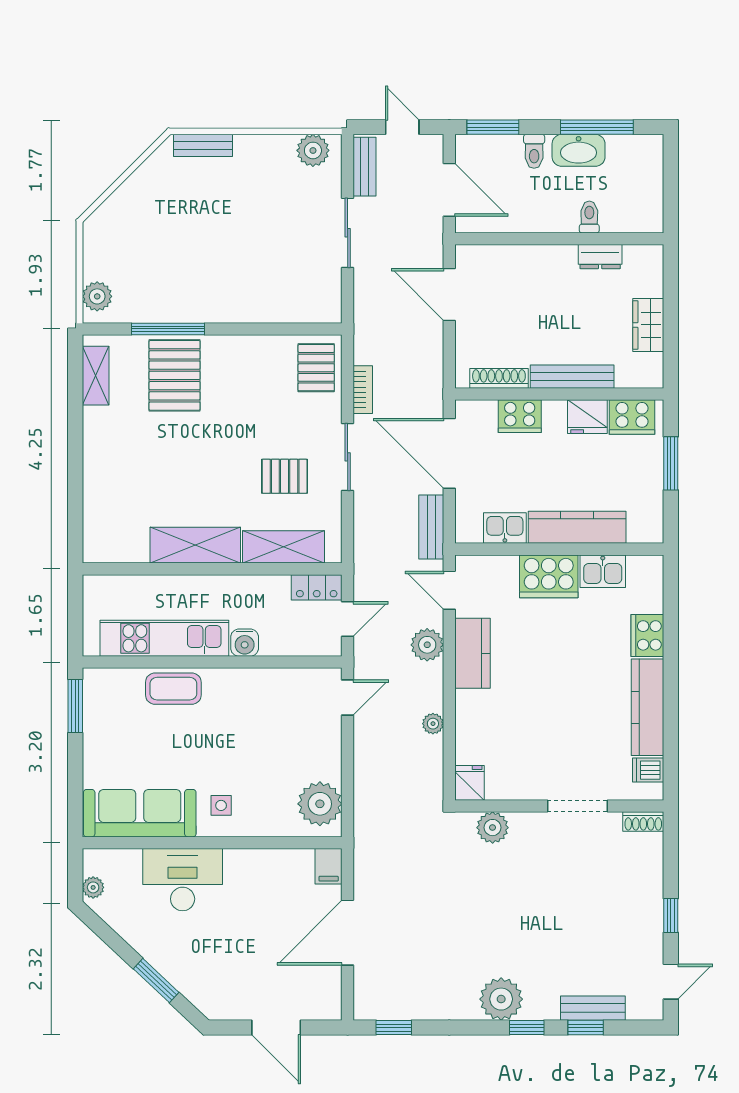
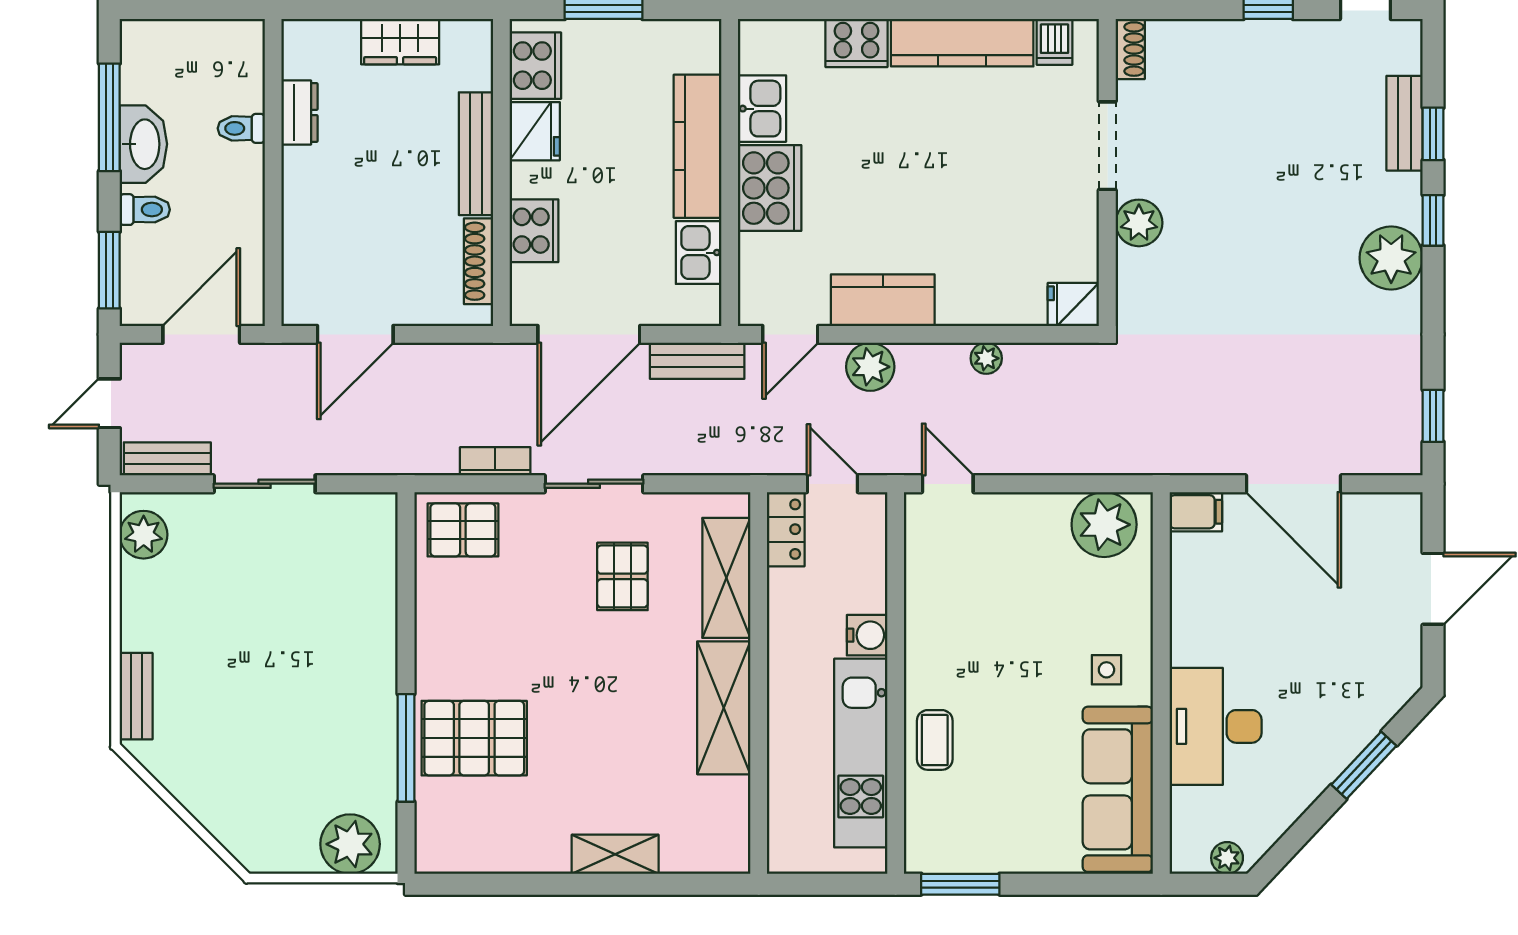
plant: (97, 296) -> (350, 844), width x1.36, depth x1.36
shelving: (96, 376) -> (615, 854), moved
coffee table: (173, 689) -> (935, 740), width x0.73, depth x0.77
plant: (493, 828) -> (1139, 223), moved

